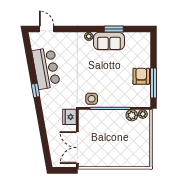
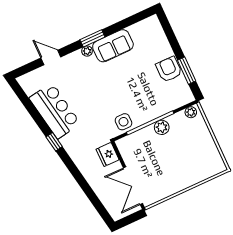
door: (47, 29) -> (51, 57), moved
window: (114, 29) -> (92, 38), moved
window: (153, 83) -> (187, 71), width x0.69
plant: (132, 115) -> (162, 127), moved

